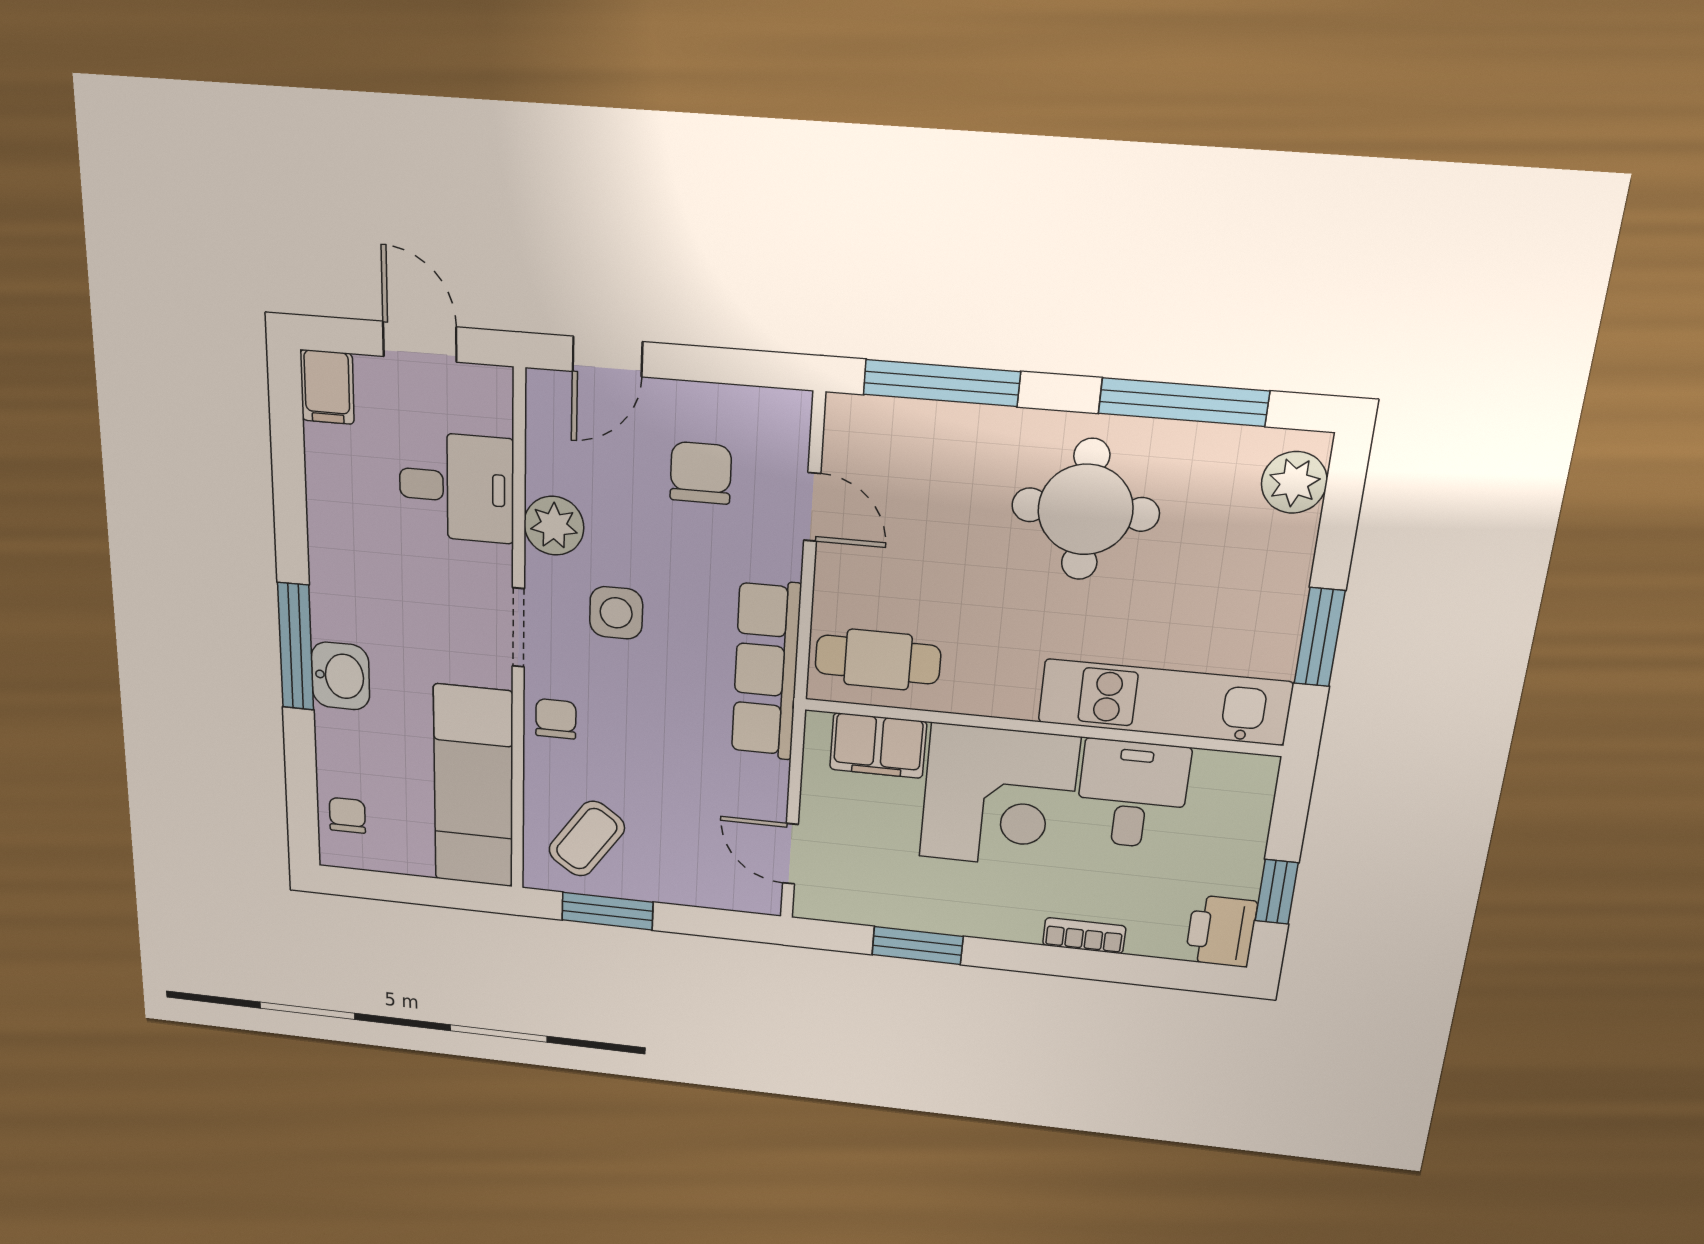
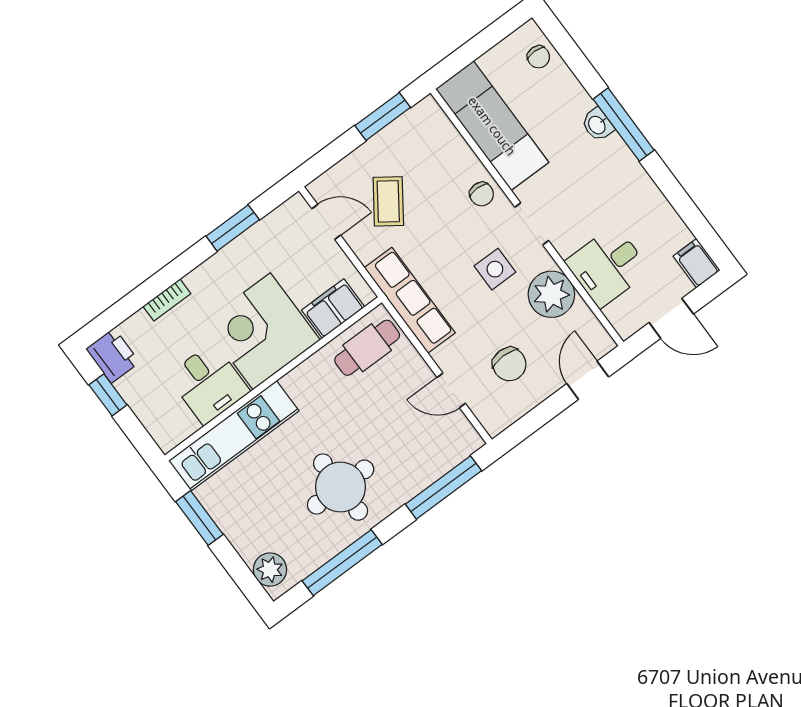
plant: (554, 526) -> (551, 294), width x1.36, depth x1.36
washbasin: (340, 676) -> (597, 125), width x0.72, depth x0.69
coffee table: (587, 839) -> (388, 201), moved

